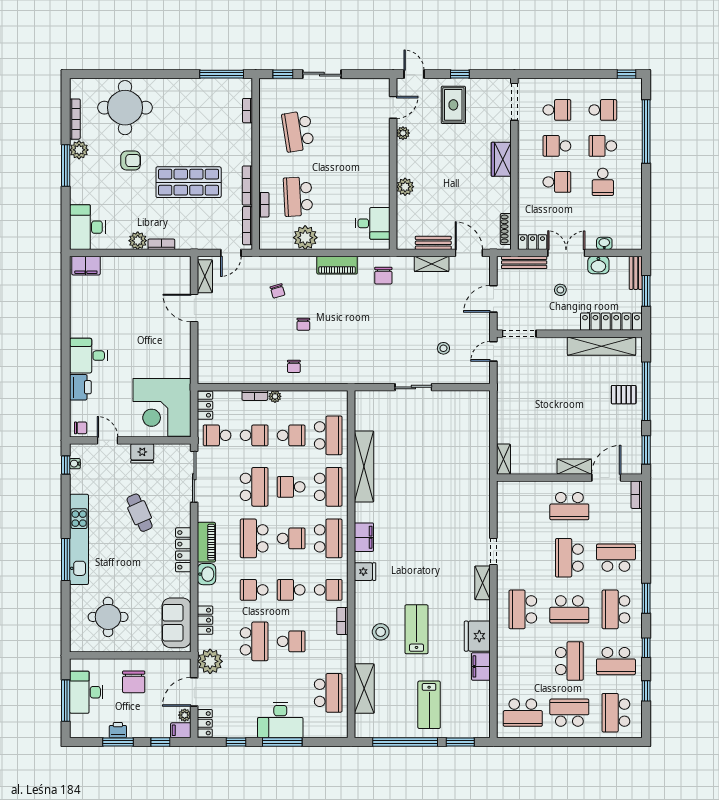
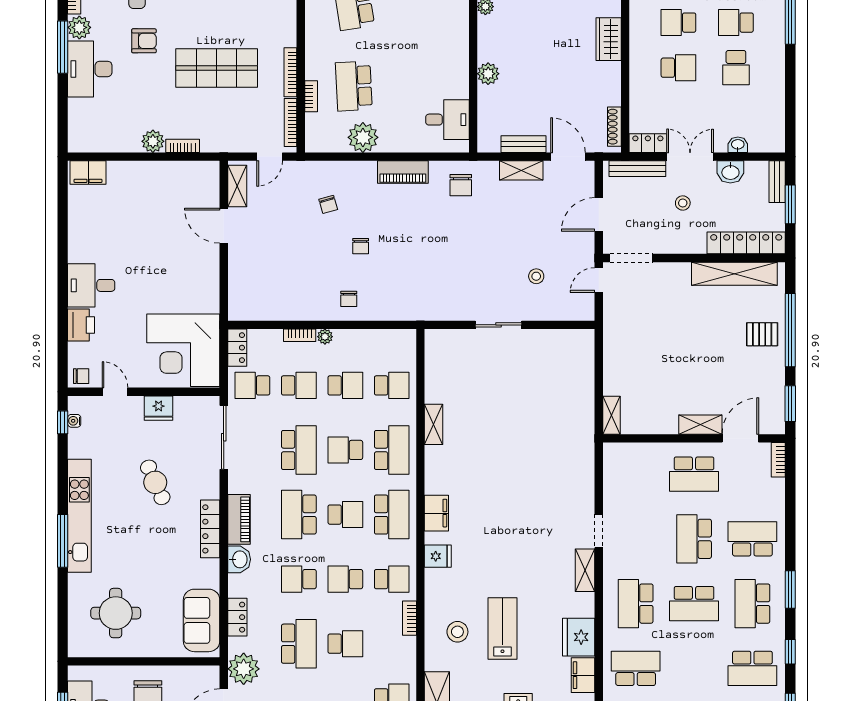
desk: (87, 227) -> (90, 69), moved
school desk: (328, 435) -> (392, 385), width x0.54
shelving: (364, 466) -> (434, 424), width x0.45, depth x0.75
school desk: (569, 661) -> (636, 668), moved, turned -90

